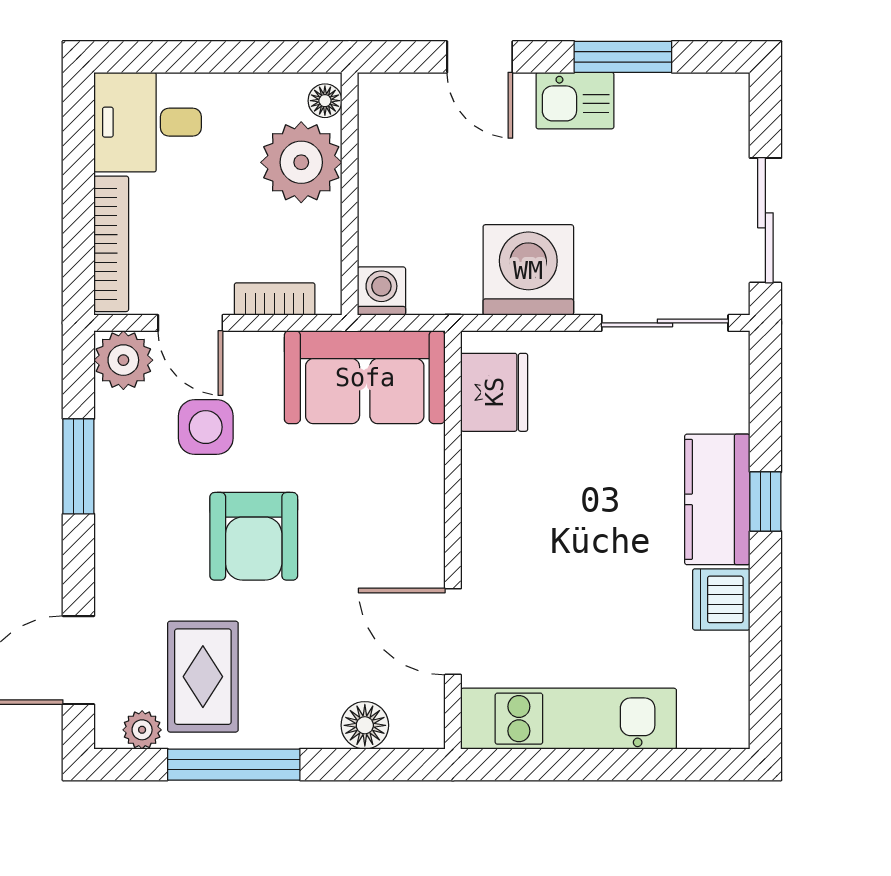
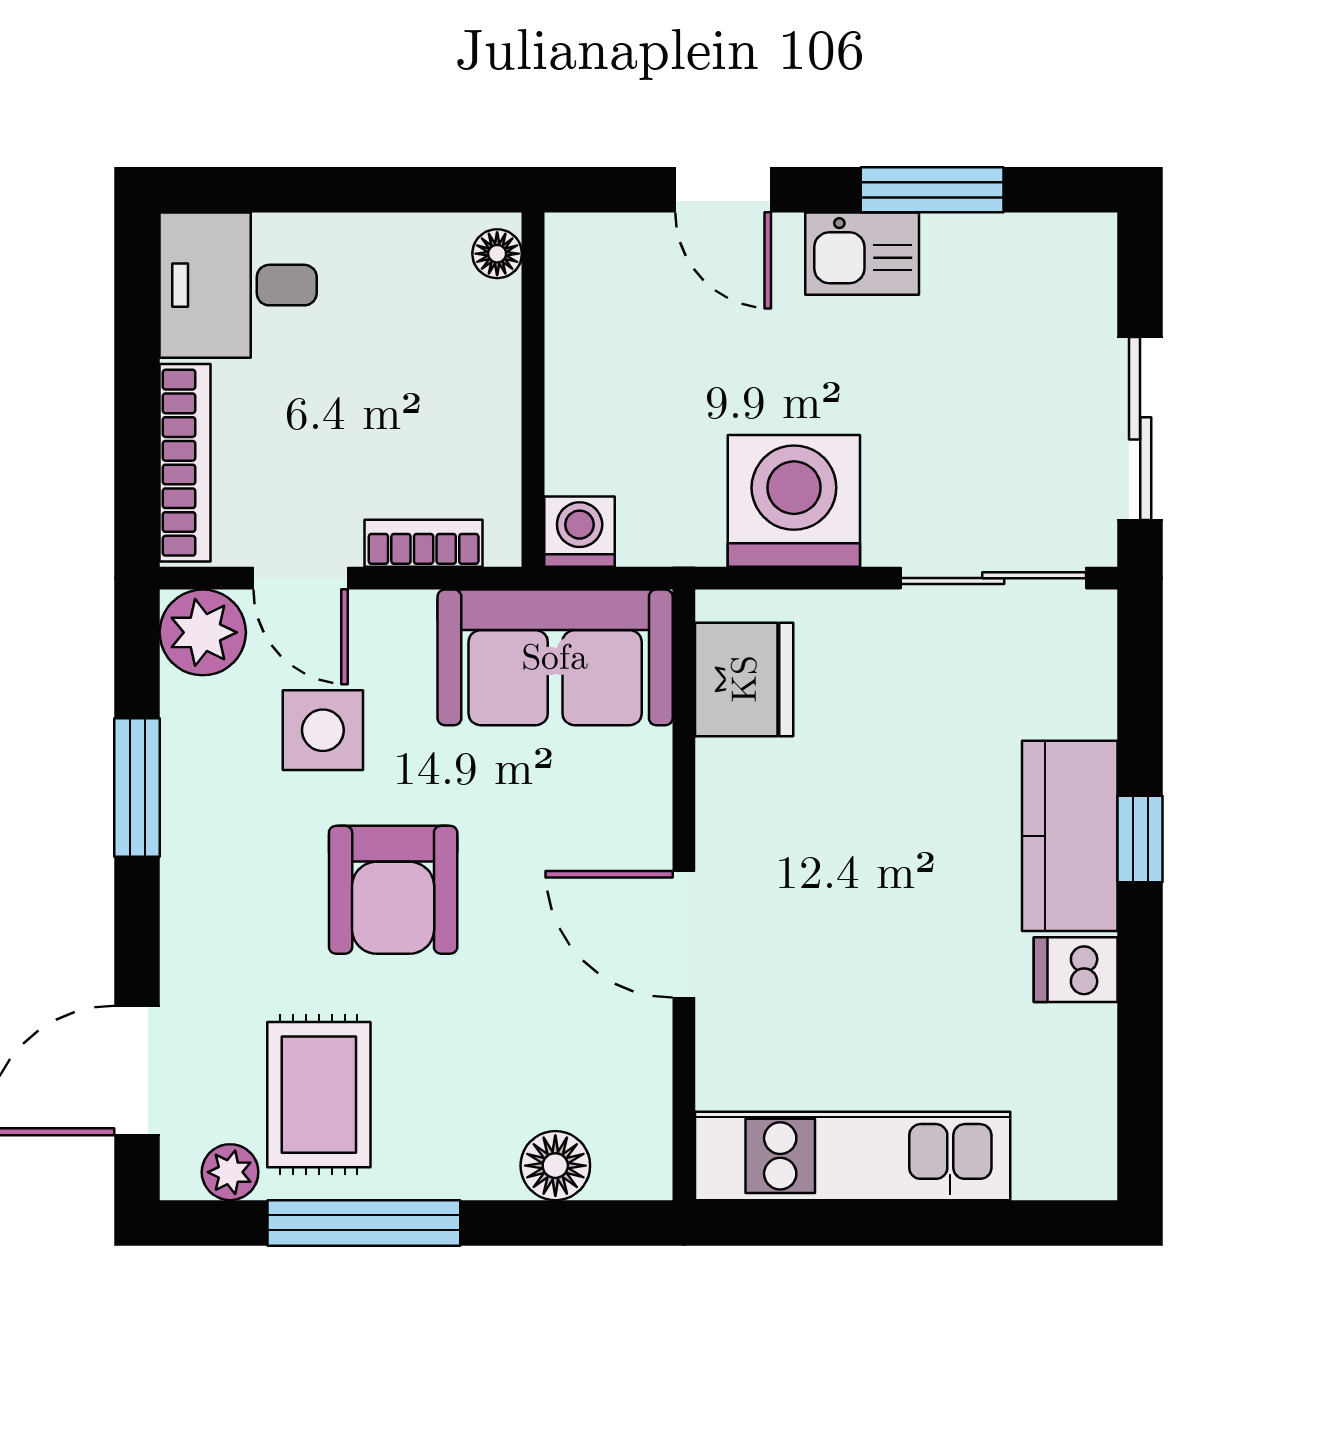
plant: (301, 162) -> (462, 344), removed
dishwasher: (721, 599) -> (1076, 970), width x0.73
door: (453, 632) -> (684, 934), moved

